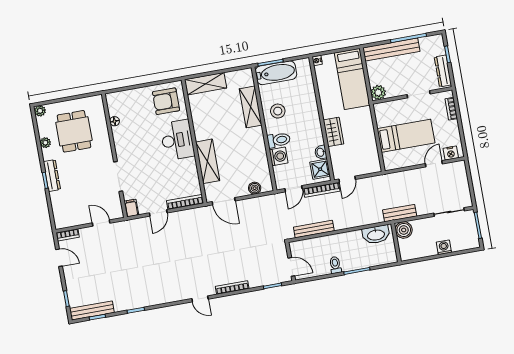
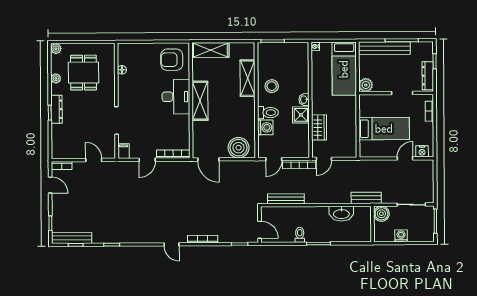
bathtub: (276, 73) -> (276, 51), removed
wardrobe: (333, 132) -> (319, 127), moved
washbasin: (321, 152) -> (304, 100), moved
shelving: (208, 161) -> (200, 101), moved
shower: (320, 169) -> (301, 115), moved
boiler: (255, 188) -> (239, 148), width x1.86, depth x1.86
boiler: (404, 230) -> (381, 214), moved
wall: (396, 243) -> (372, 224), moved

